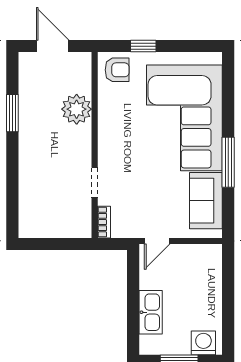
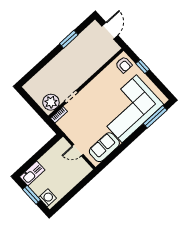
plant: (77, 109) -> (51, 102), moved
window: (228, 162) -> (155, 117), moved
door: (157, 241) -> (78, 150), moved
kitchen sink: (151, 312) -> (32, 173), moved

